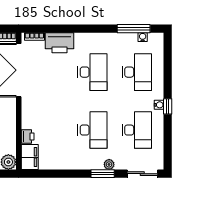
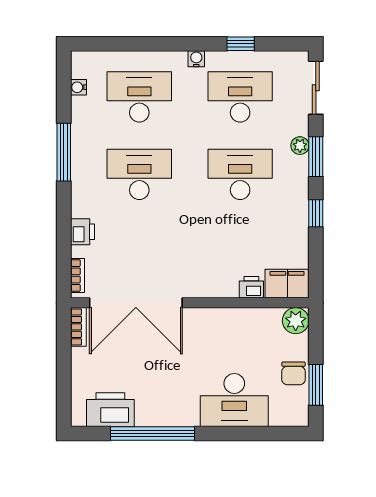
window: (134, 29) -> (64, 152), moved
printer: (59, 43) -> (82, 232), width x0.53, depth x0.68
window: (168, 106) -> (241, 44), moved
window: (70, 174) -> (316, 213), added

